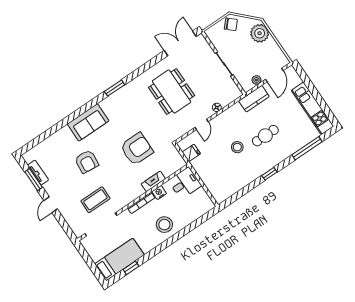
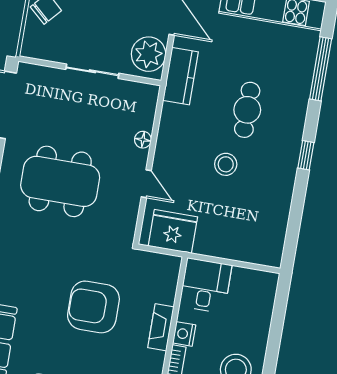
plant: (256, 80) -> (149, 54), width x1.87, depth x1.87
armchair: (137, 149) -> (93, 307), turned -90
fridge: (191, 153) -> (173, 231), width x1.88, depth x1.34

